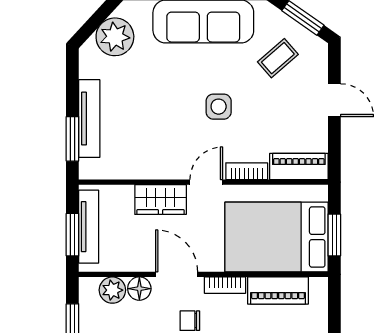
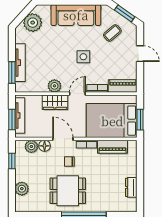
plant: (160, 166) -> (54, 86), added

